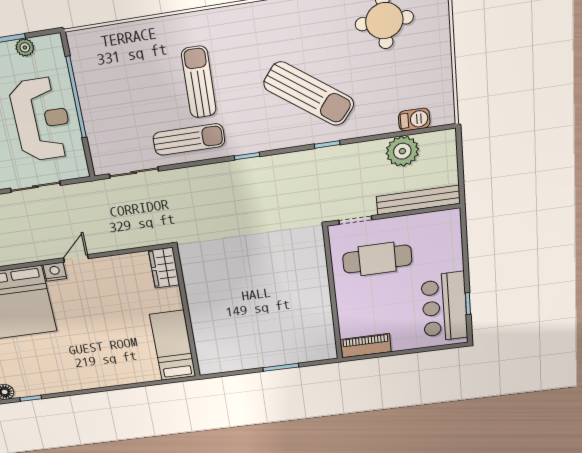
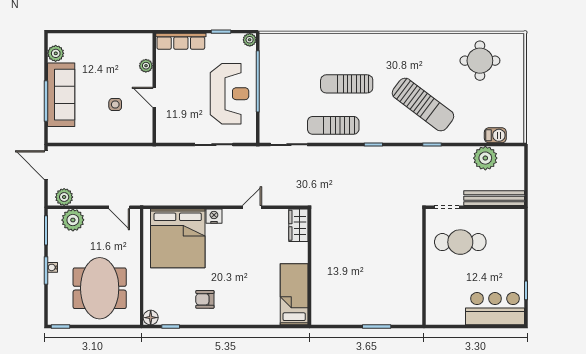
plant: (25, 47) -> (250, 40), moved
sun lounger: (199, 82) -> (347, 84), turned -90
sun lounger: (189, 139) -> (333, 125), turned 180
door: (76, 258) -> (252, 207), moved
bar counter: (445, 307) -> (495, 309), moved, turned 90
piano: (366, 346) -> (445, 316), removed
armchair: (65, 365) -> (205, 299), added

